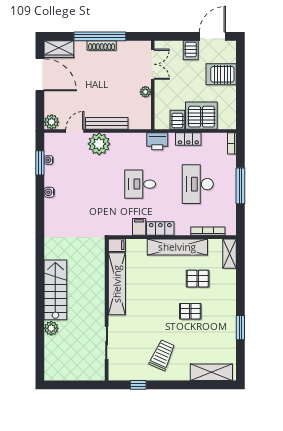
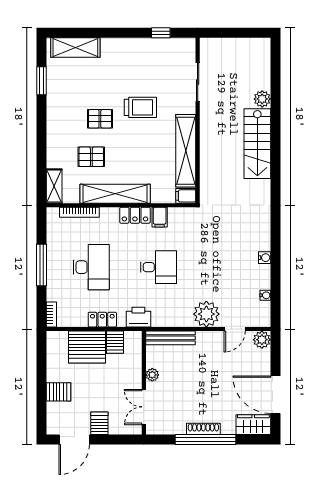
server rack: (221, 74) -> (59, 392), width x0.73, depth x0.70
bench: (107, 123) -> (170, 338), moved
window: (40, 163) -> (275, 292), removed
window: (240, 328) -> (41, 81), moved
trolley: (162, 355) -> (140, 107), moved, turned -114

